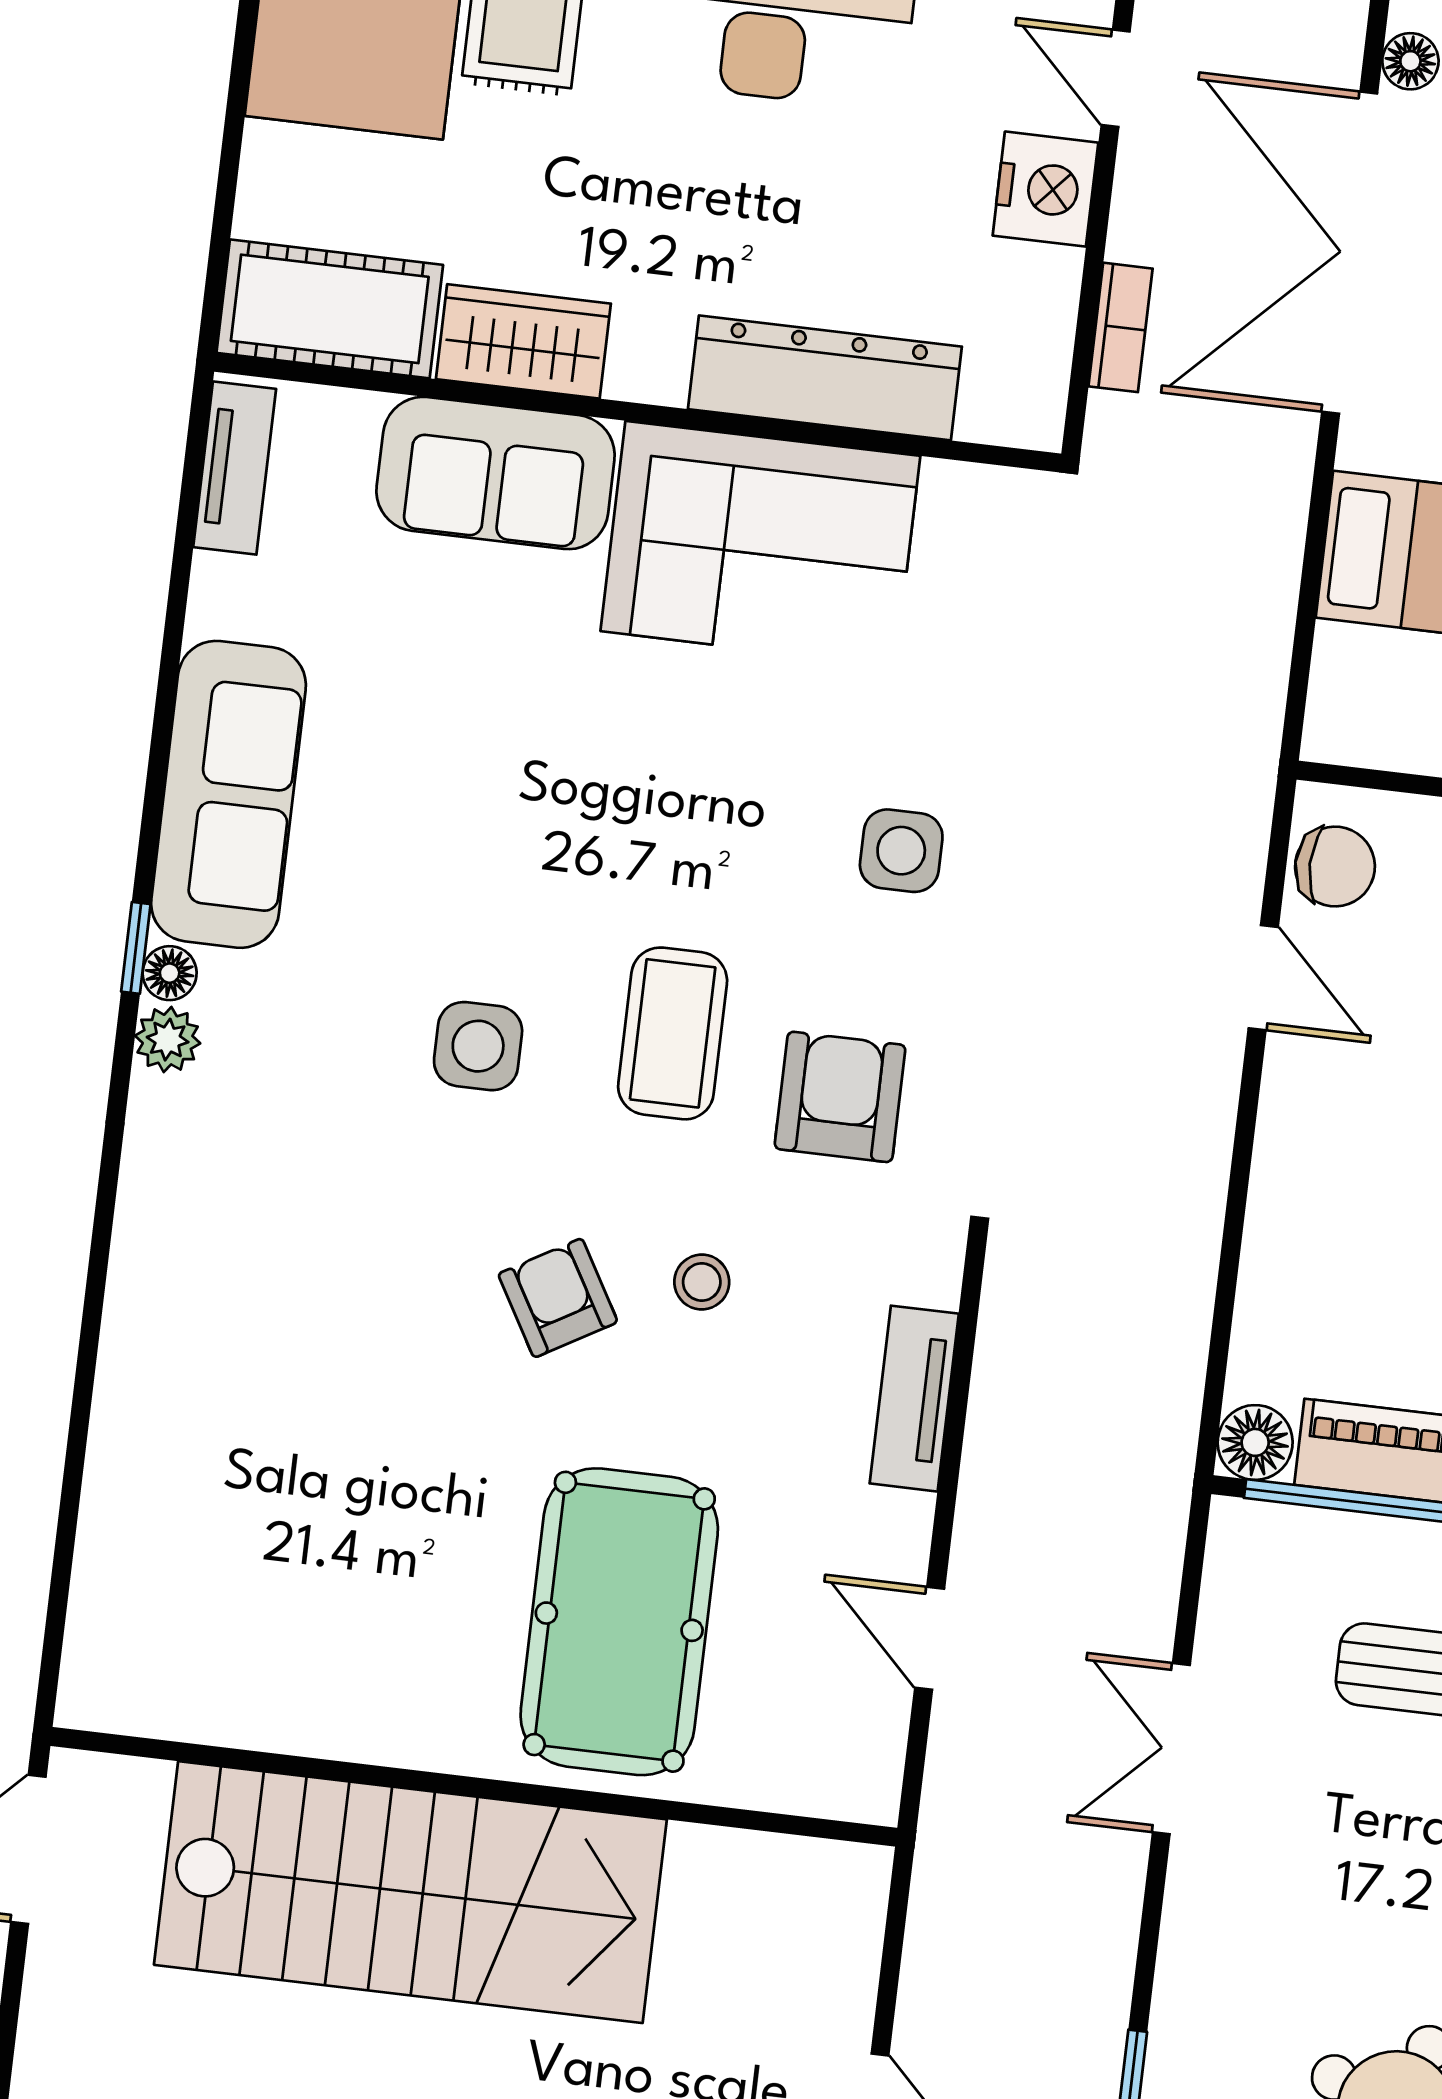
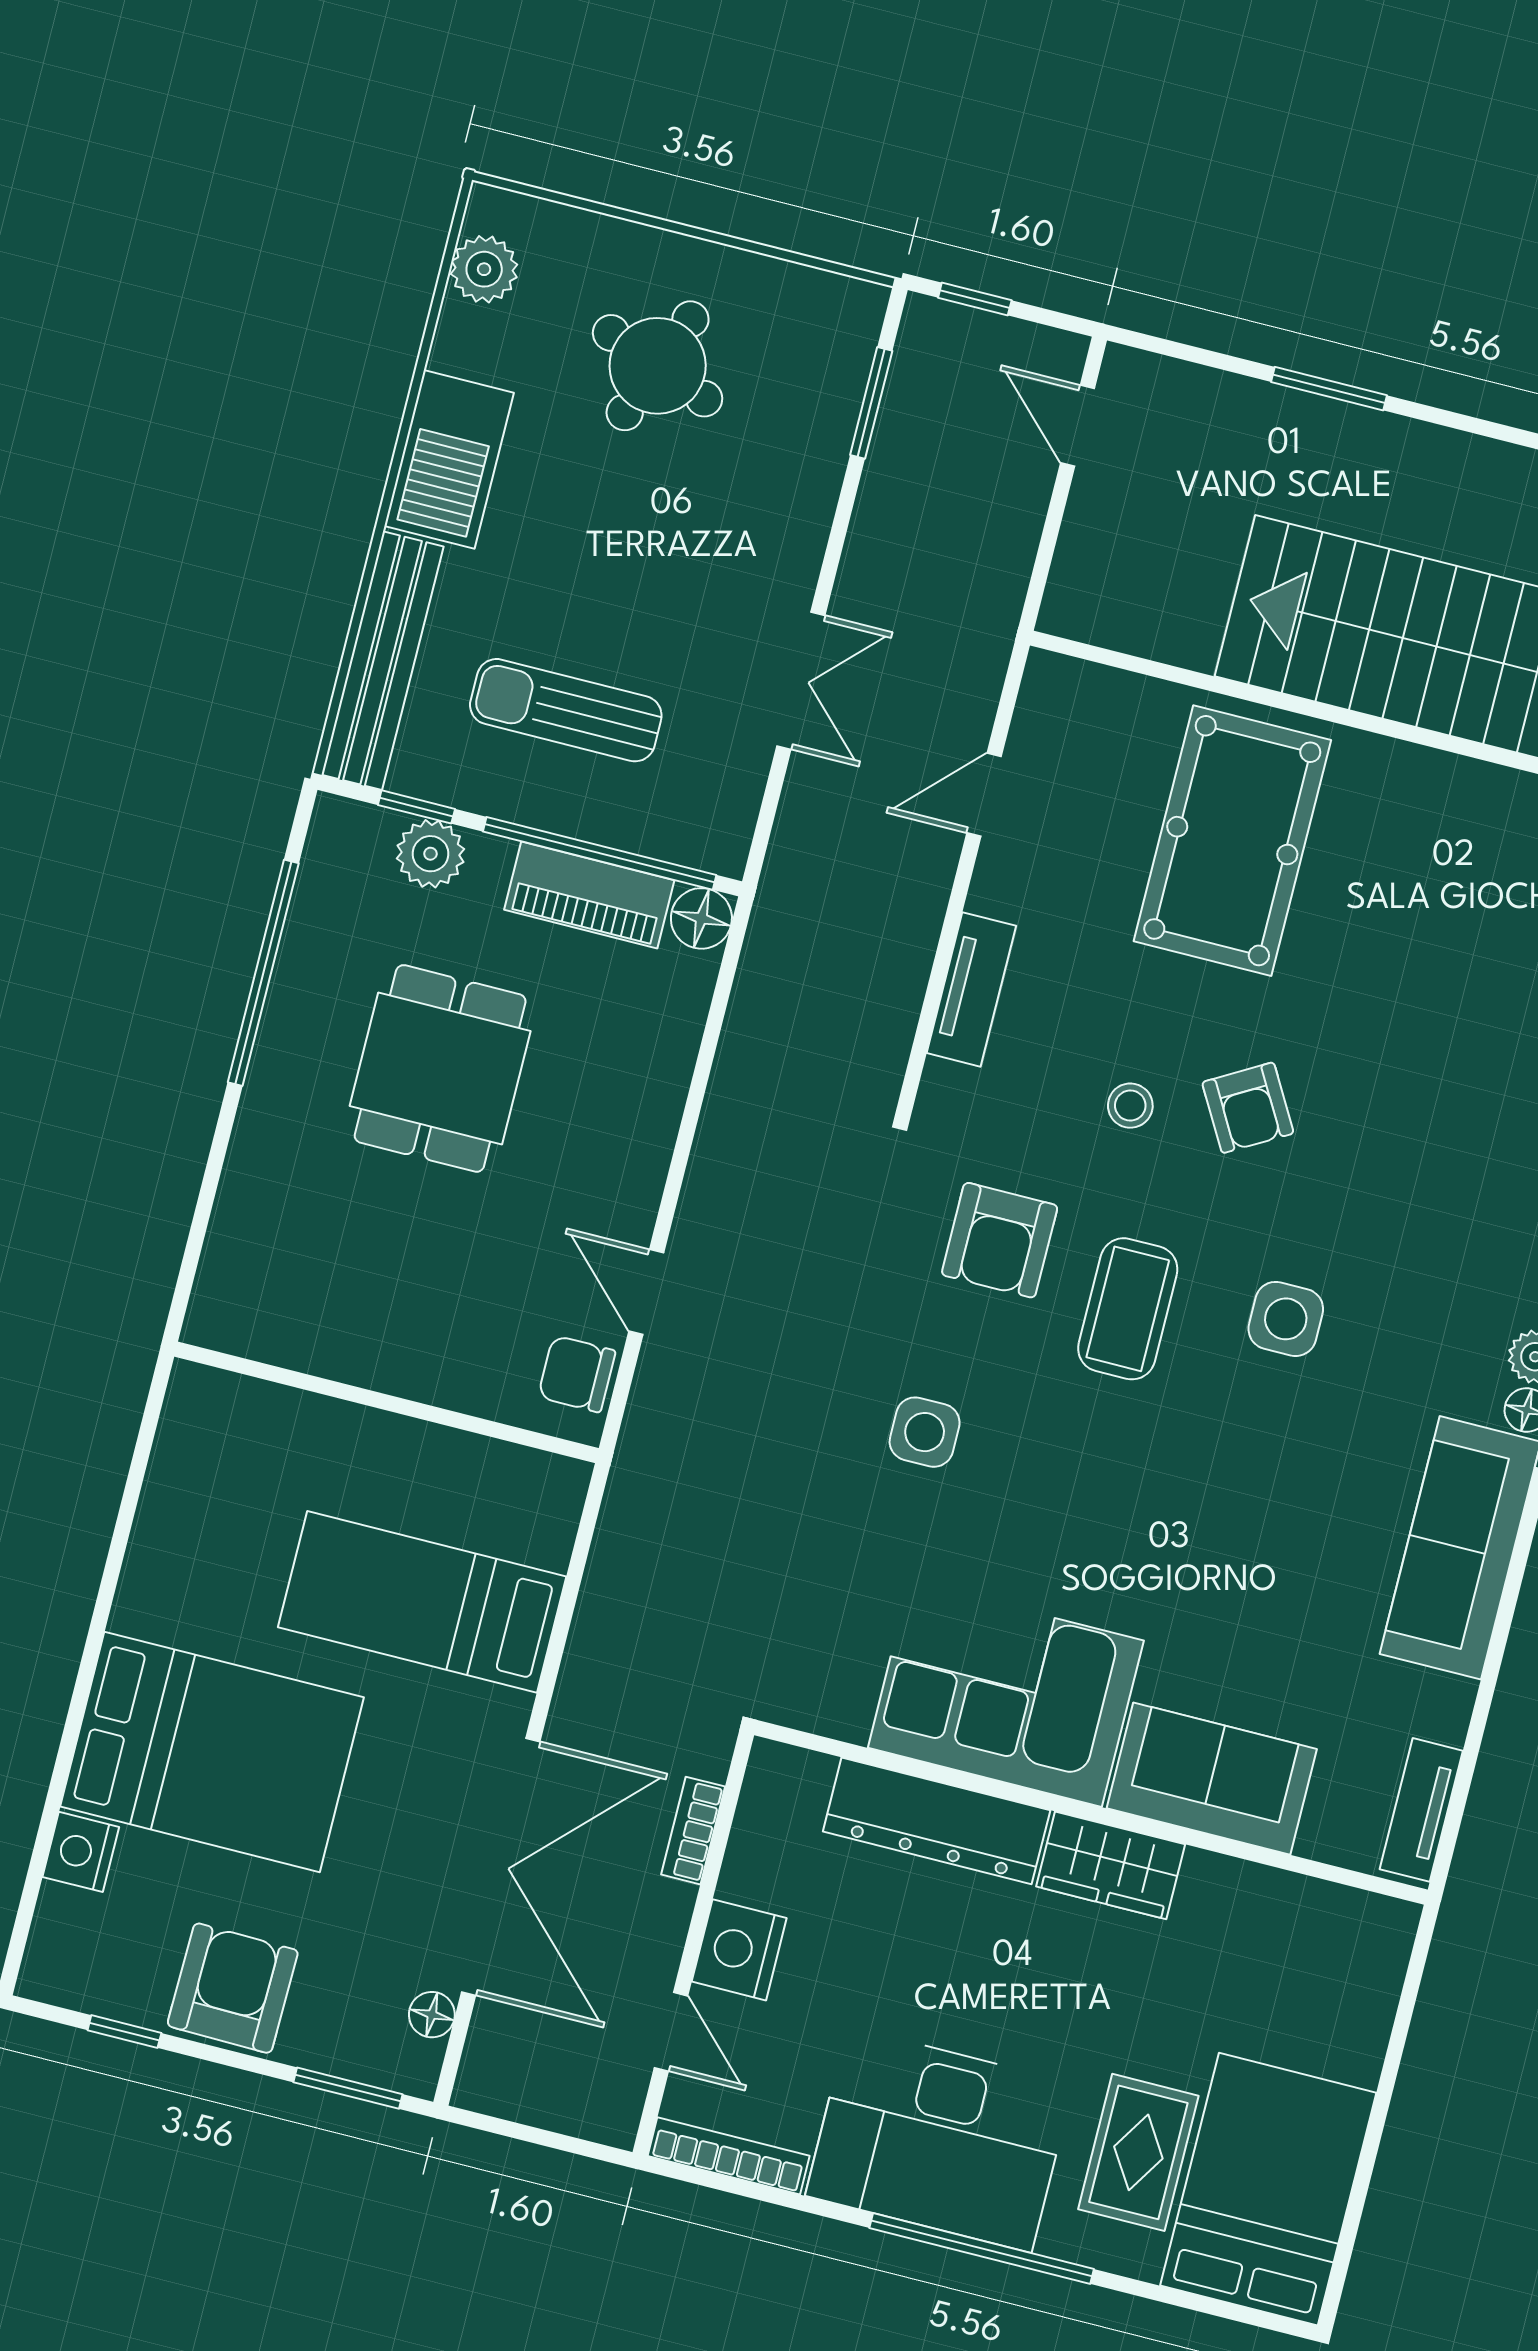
cot: (330, 309) -> (1328, 1928), removed
wardrobe: (523, 341) -> (1111, 1865), moved
door: (930, 1638) -> (984, 795), swing flipped

